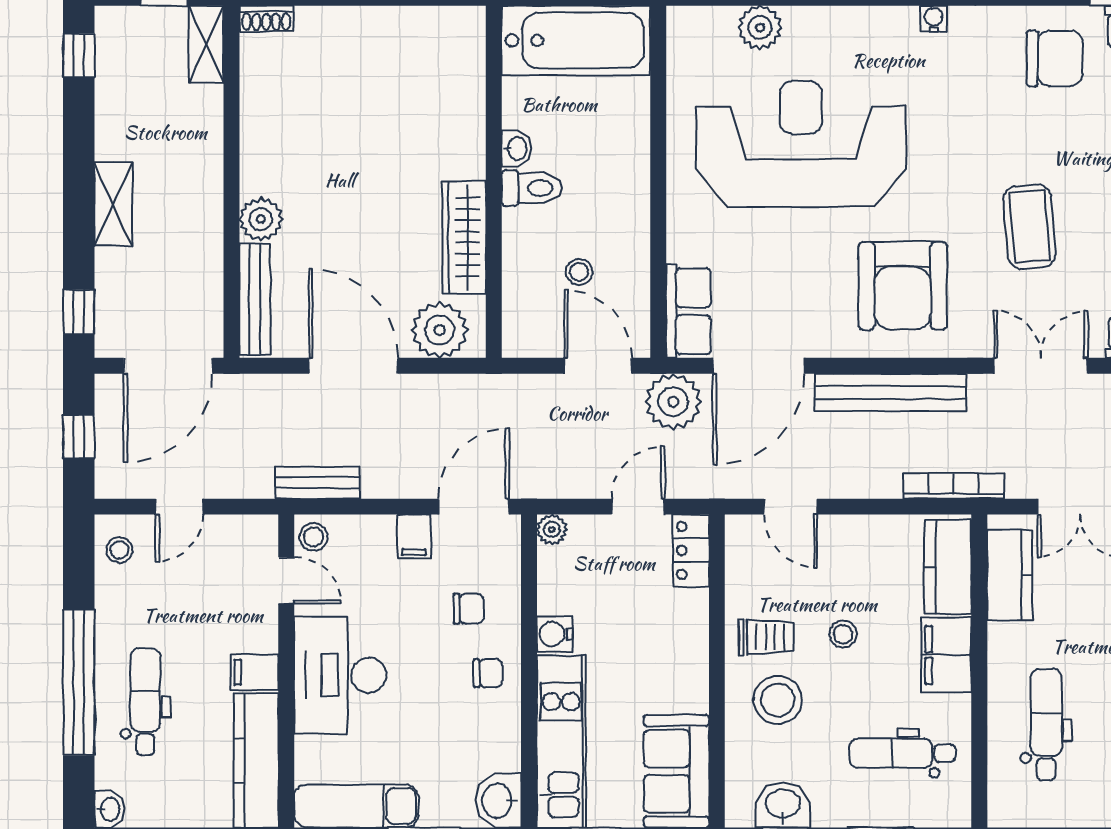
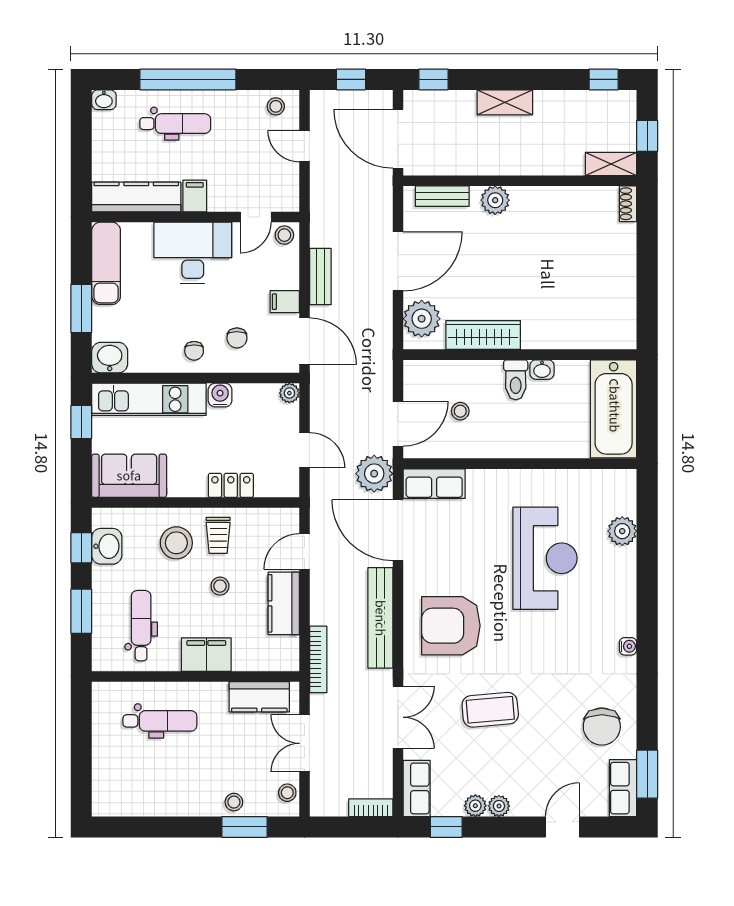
reception desk: (801, 144) -> (545, 558), width x0.74, depth x0.77
bench: (255, 299) -> (442, 196), width x0.73
bench: (318, 483) -> (320, 277), moved
locker: (691, 550) -> (231, 485), moved
kitchen counter: (948, 567) -> (284, 603), moved, turned -90

